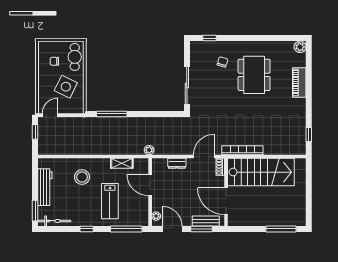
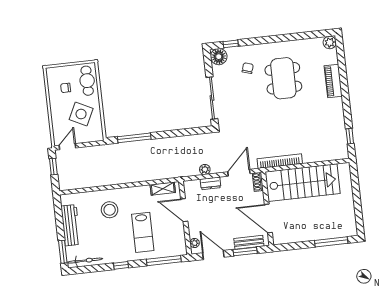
floor lamp: (197, 48) -> (219, 57), added
plant: (149, 150) -> (205, 169), moved
shelving: (122, 163) -> (163, 189), moved

